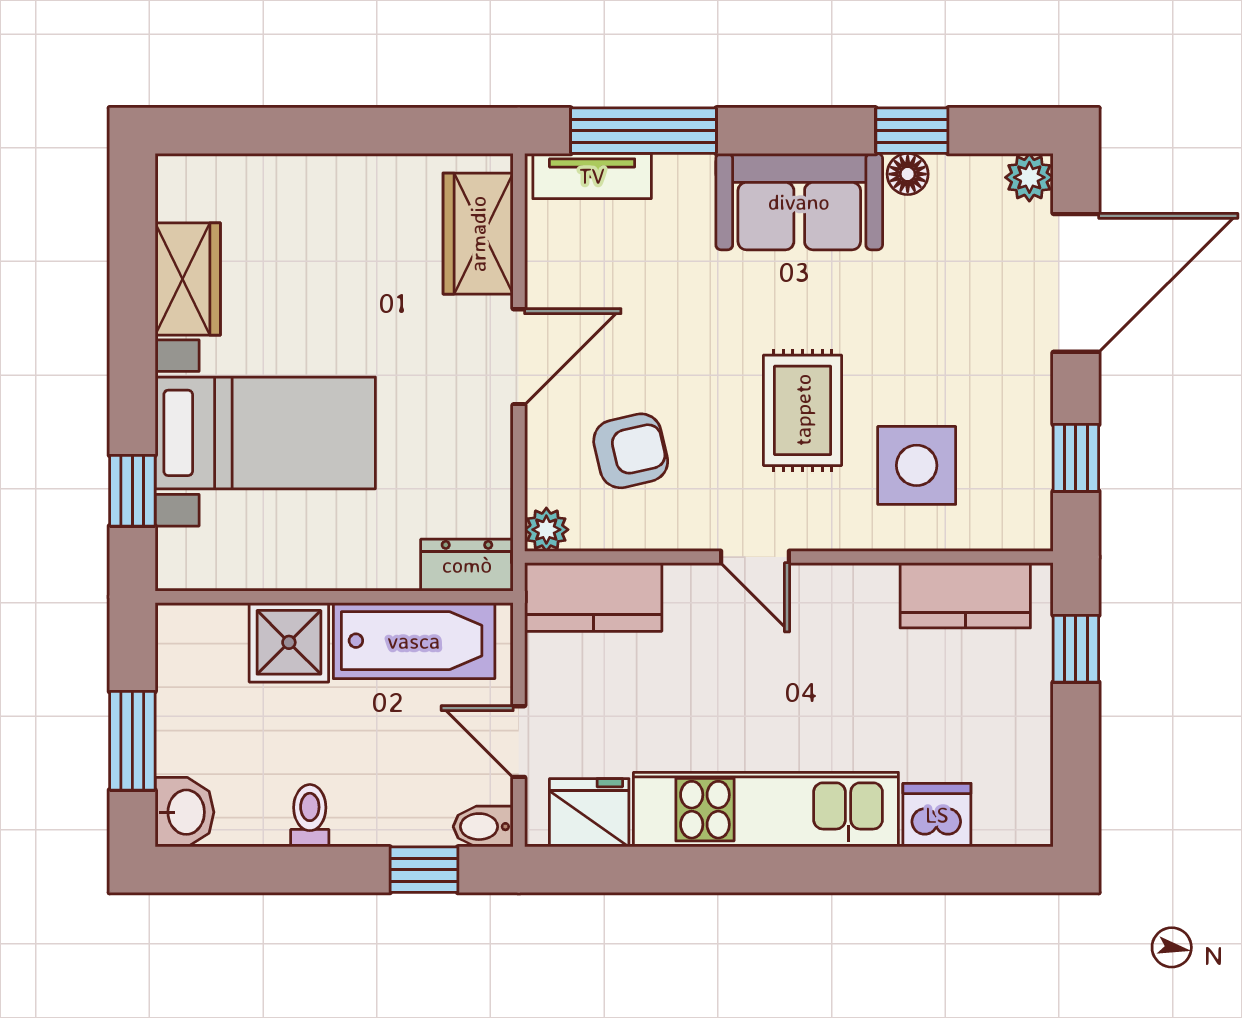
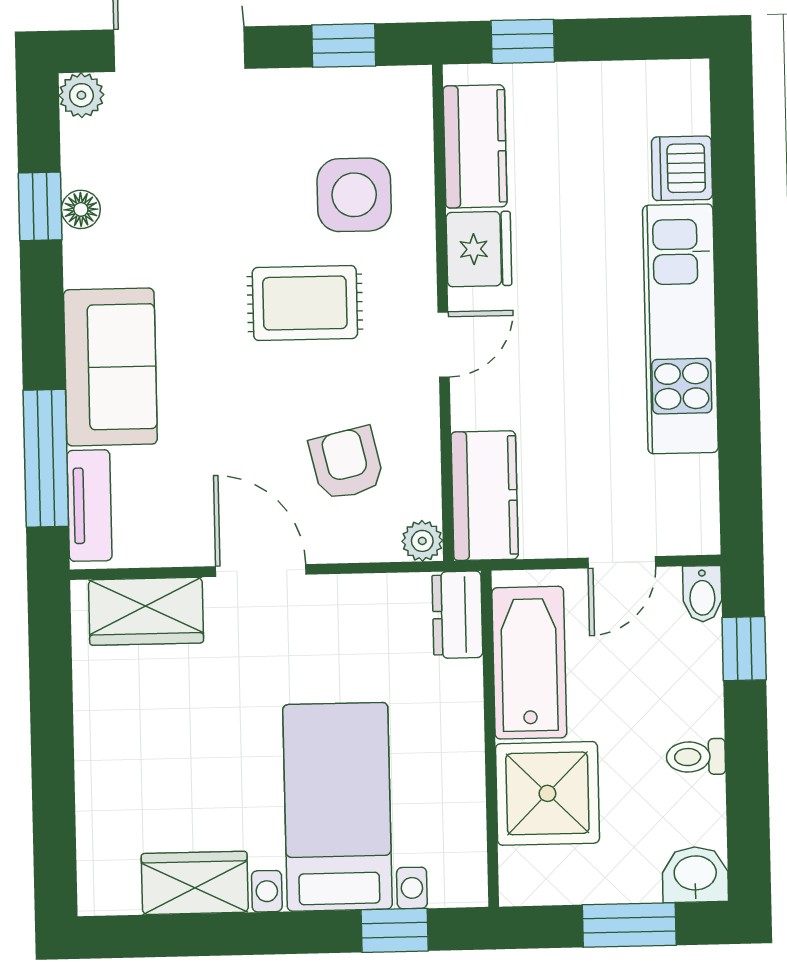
sofa: (799, 202) -> (110, 367), moved
shower: (289, 642) -> (547, 793), width x1.36, depth x1.36
fridge: (589, 813) -> (479, 249), moved, turned 180

